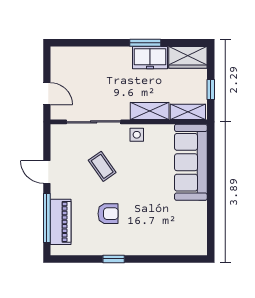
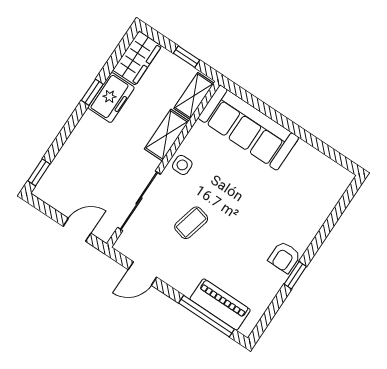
window: (68, 43) -> (39, 172), added
window: (145, 43) -> (92, 92), width x0.67
coffee table: (102, 166) -> (191, 223), turned -41
door: (47, 172) -> (142, 273), moved
armchair: (108, 214) -> (284, 257), moved, turned 180

